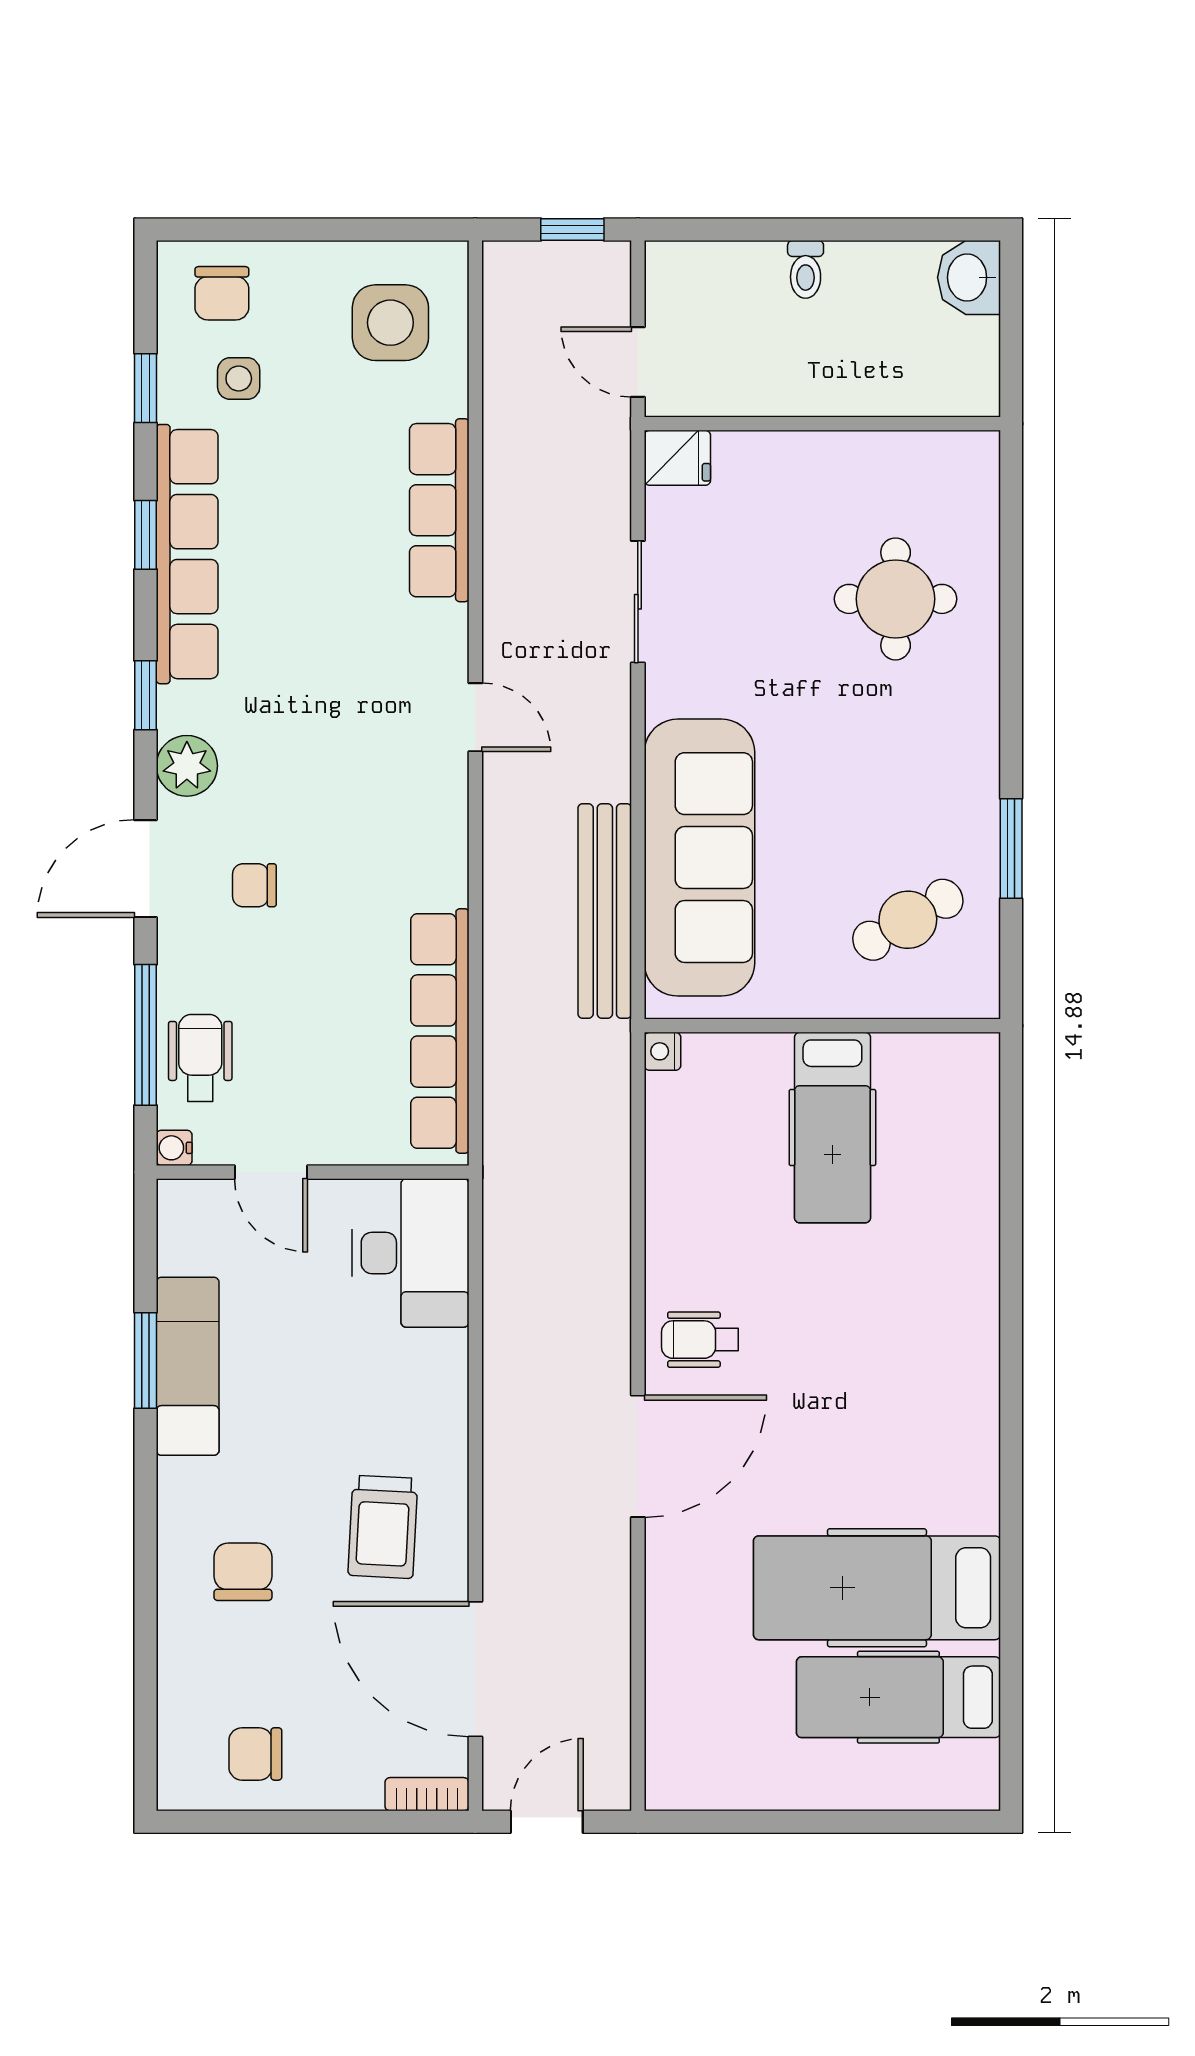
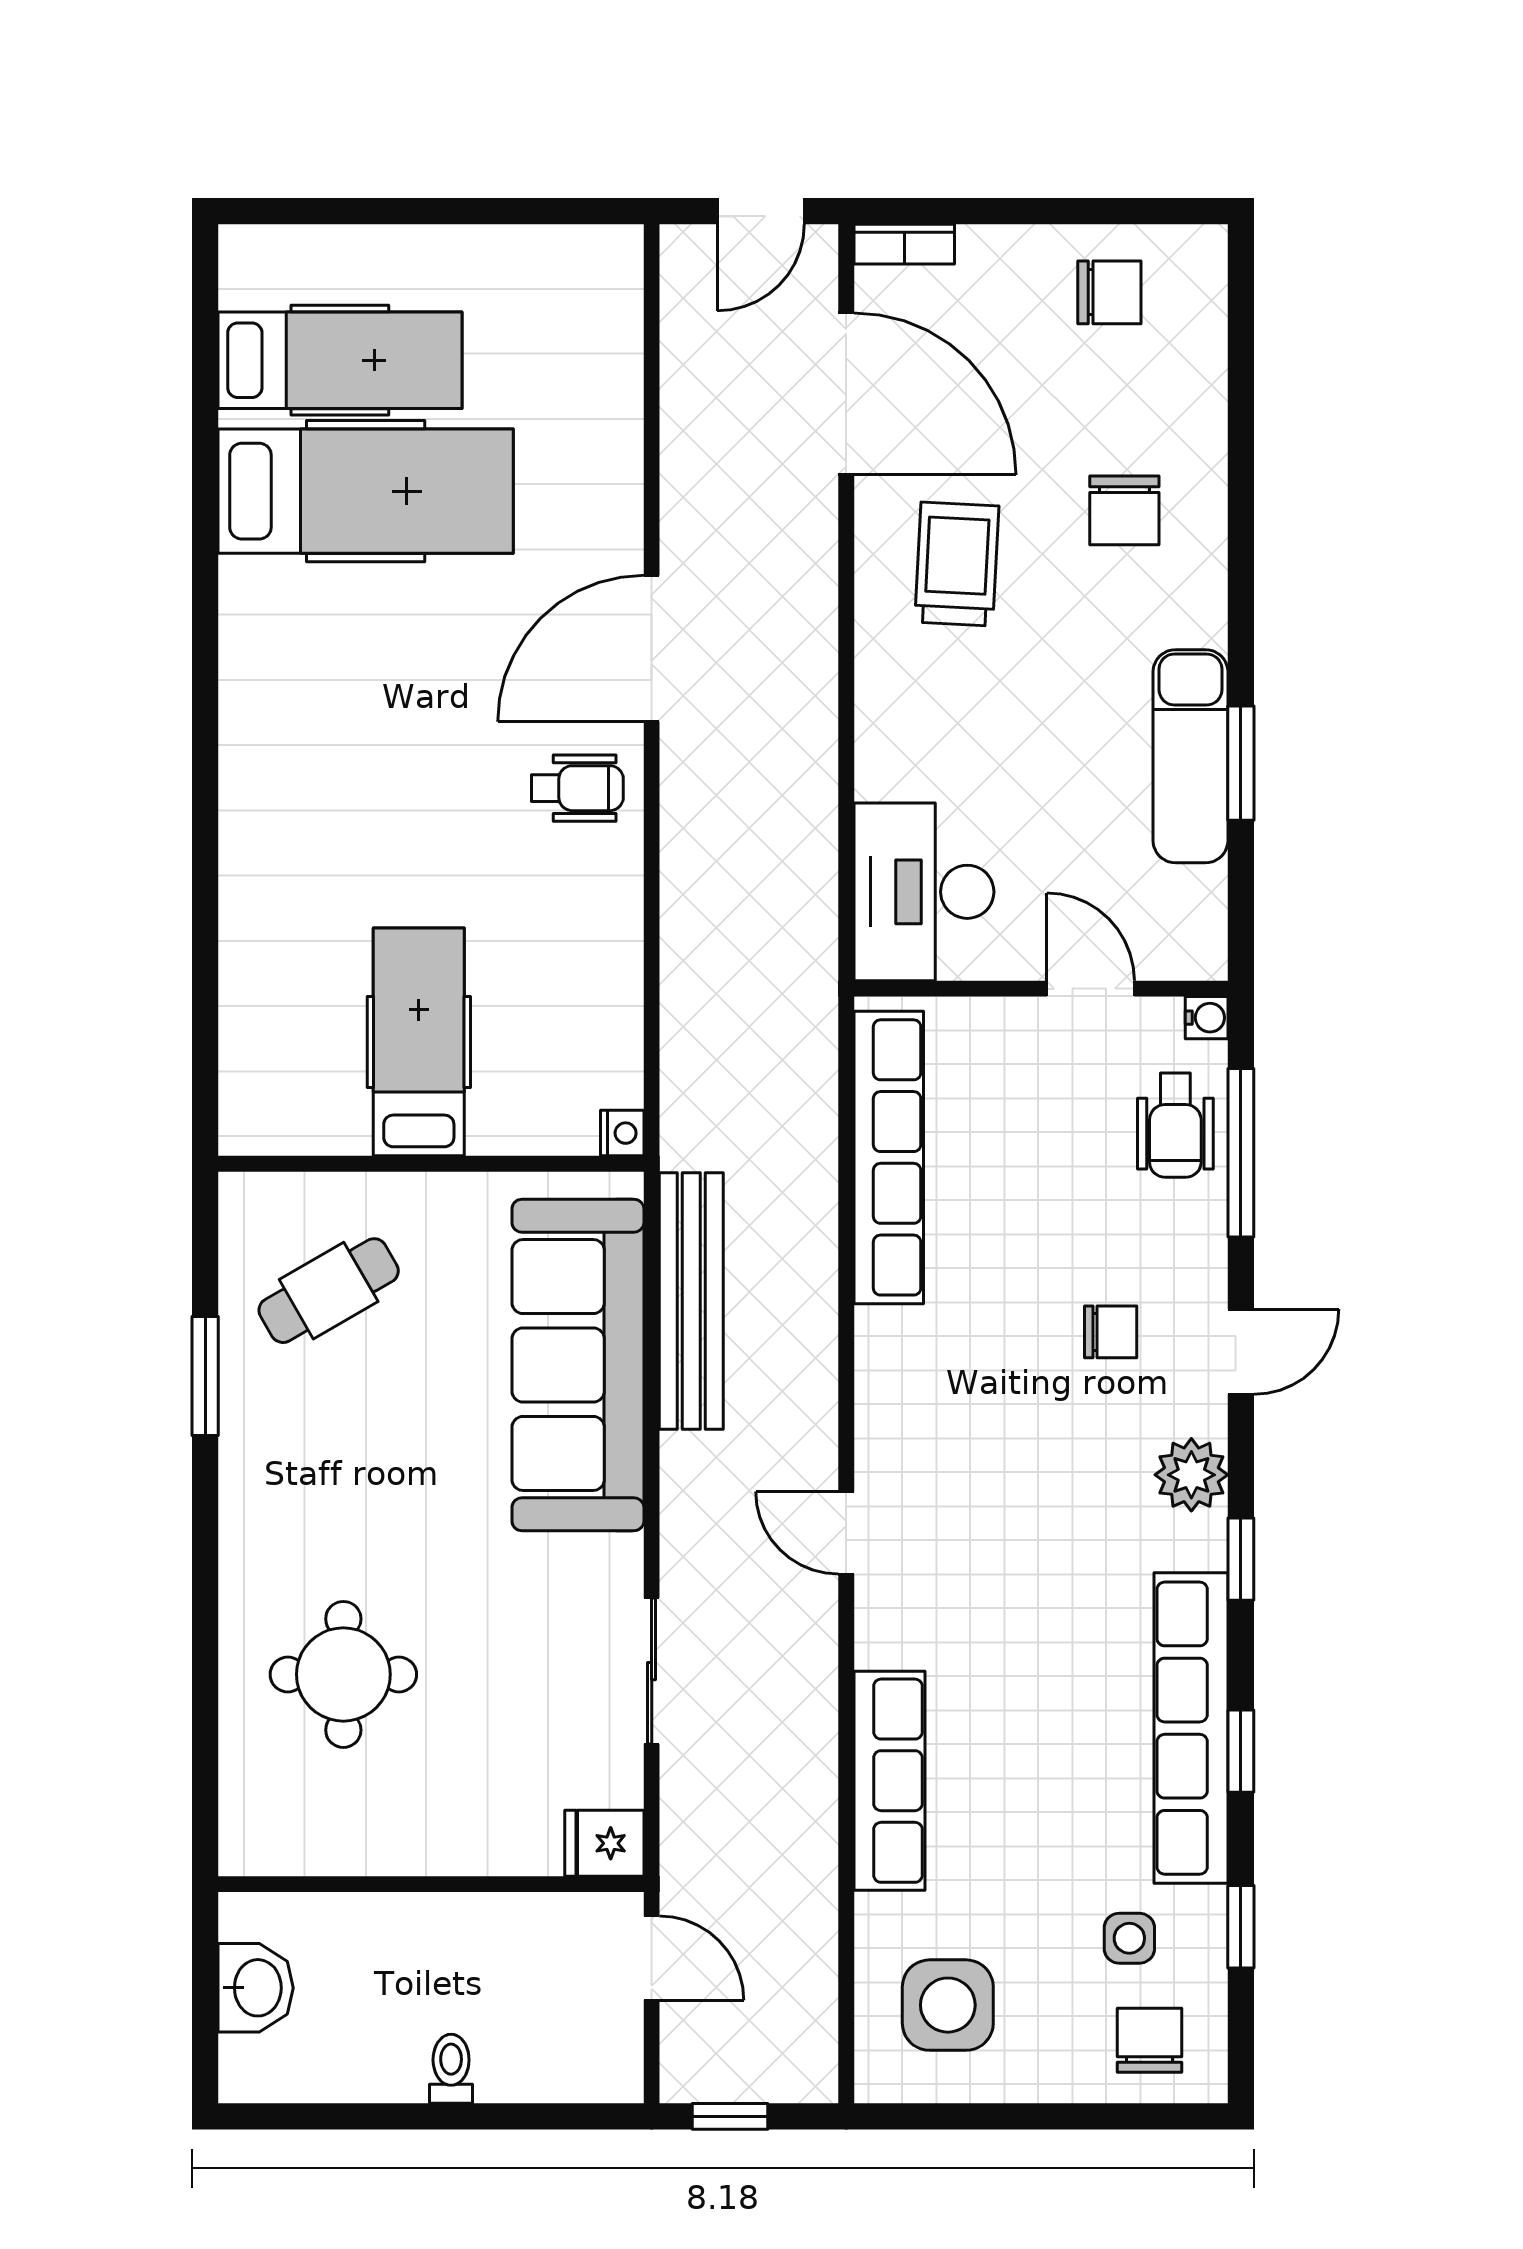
washbasin: (969, 277) -> (256, 1988), moved
door: (146, 869) -> (1241, 1352), width x0.73

